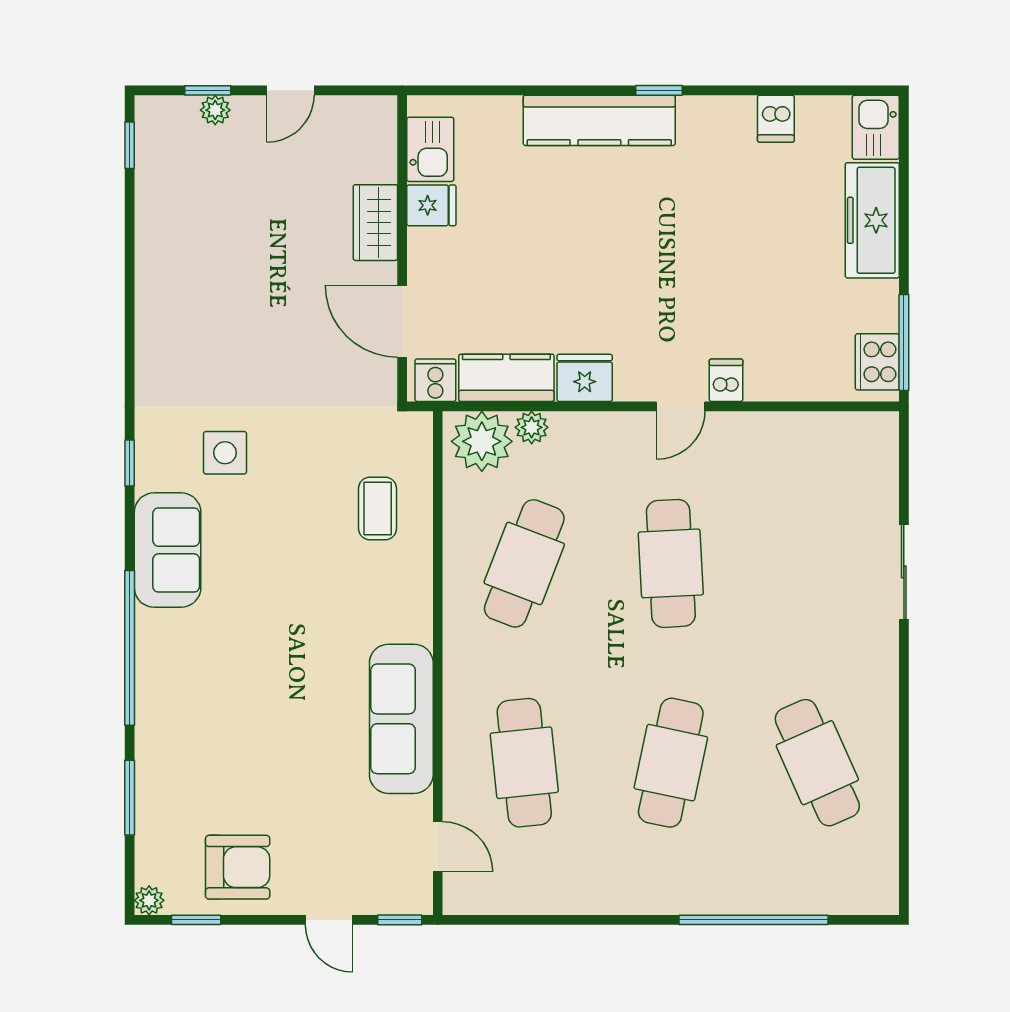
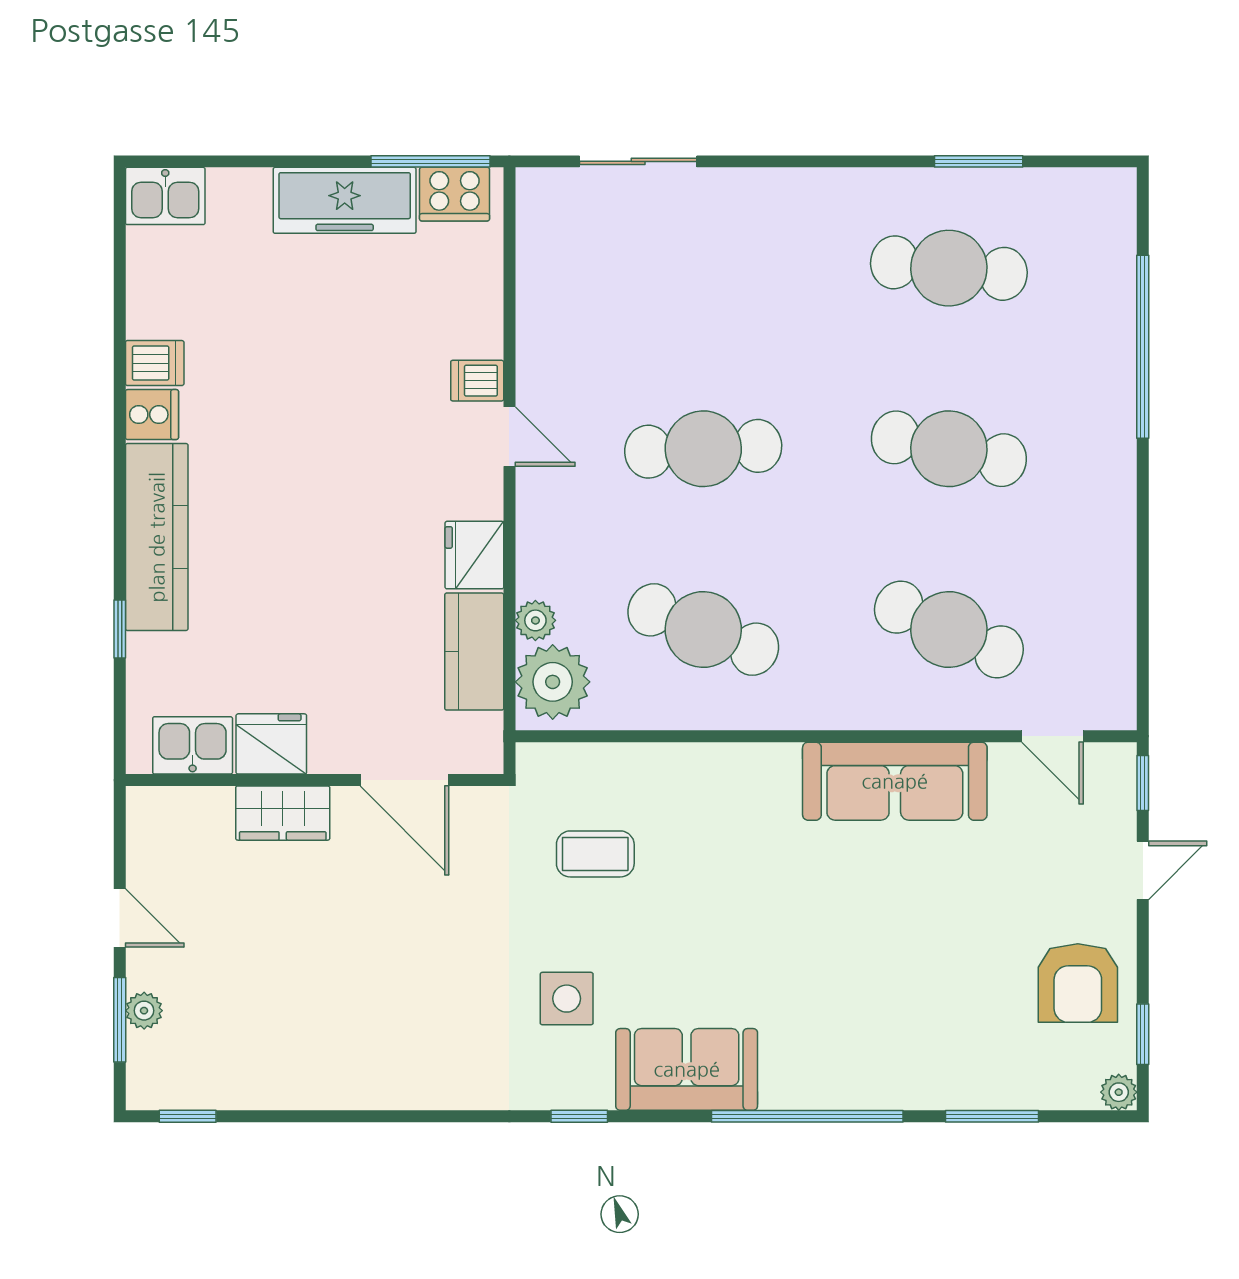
window: (208, 90) -> (120, 1020), width x1.50
window: (659, 90) -> (120, 629), moved
dishwasher: (776, 119) -> (155, 363), moved
fridge: (431, 205) -> (271, 744), width x1.38
freezer: (872, 220) -> (345, 200), moved
door: (402, 321) -> (404, 780), hinge flipped
cooker: (435, 380) -> (152, 415), moved, turned 180
coffee table: (378, 509) -> (595, 854), moved
sliding door: (904, 572) -> (638, 161), moved
cafe table: (524, 763) -> (949, 630), turned 30
cafe table: (817, 763) -> (949, 268), turned 30
window: (904, 787) -> (979, 161), added
door: (438, 847) -> (1052, 736), swing flipped
armchair: (238, 867) -> (1078, 983), turned 180

